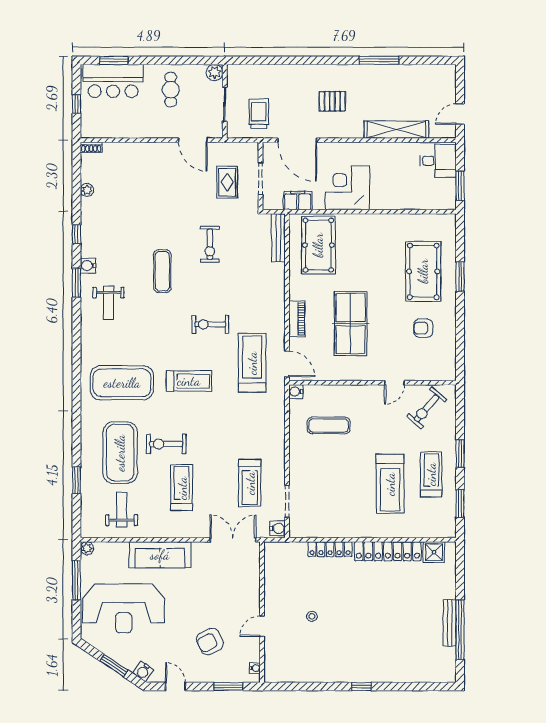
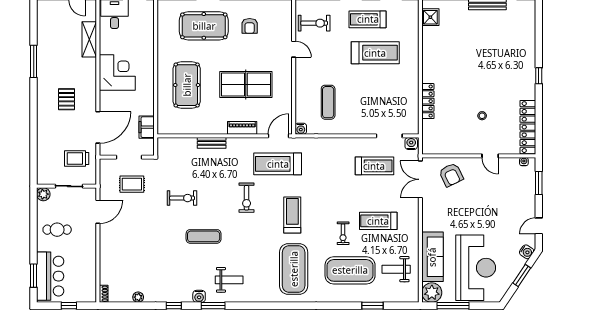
shelving: (396, 130) -> (89, 39), width x0.68
corner desk: (347, 188) -> (117, 72), moved, turned 180
bench: (278, 238) -> (212, 143), moved, width x0.73
pool table: (318, 245) -> (187, 85), moved, turned 90
exercise bike: (427, 408) -> (314, 23), turned -41
exercise bike: (166, 444) -> (343, 233), width x0.73, depth x0.72
plant: (87, 548) -> (432, 293), width x1.88, depth x1.88
locker: (388, 551) -> (528, 127), moved, turned 180
sofa: (160, 555) -> (432, 257), moved
armchair: (210, 642) -> (451, 175), moved

